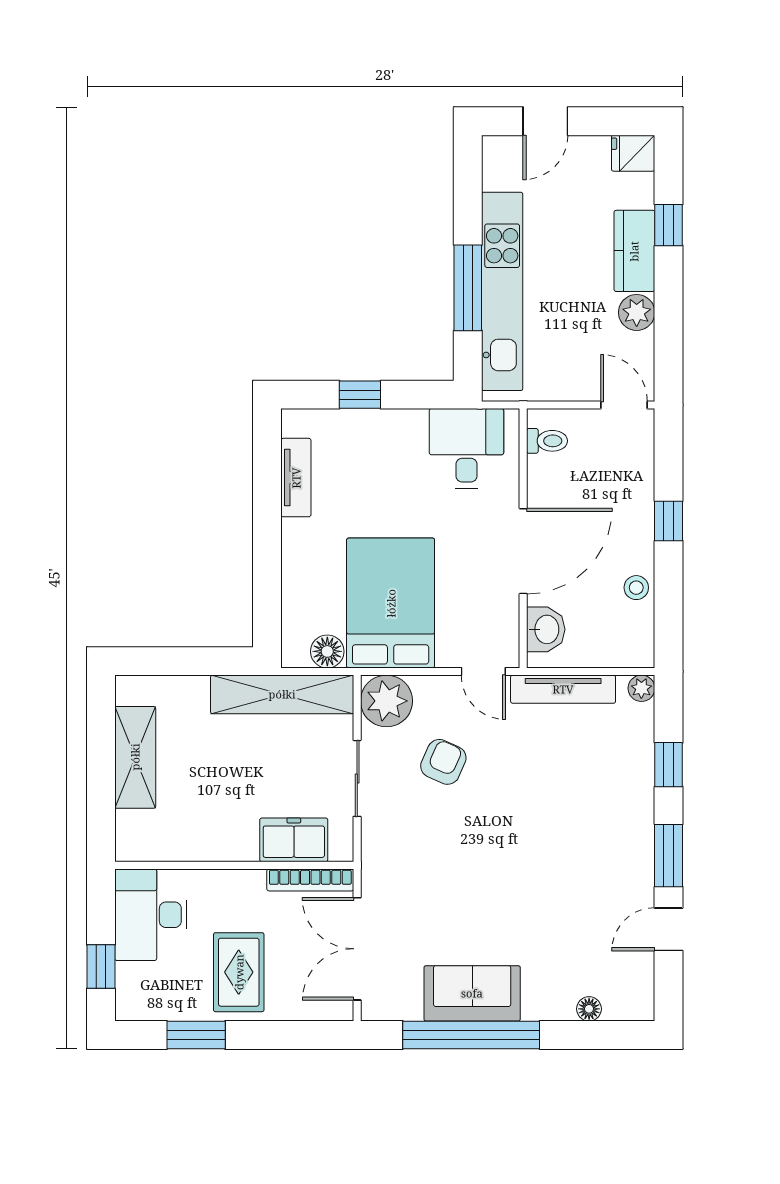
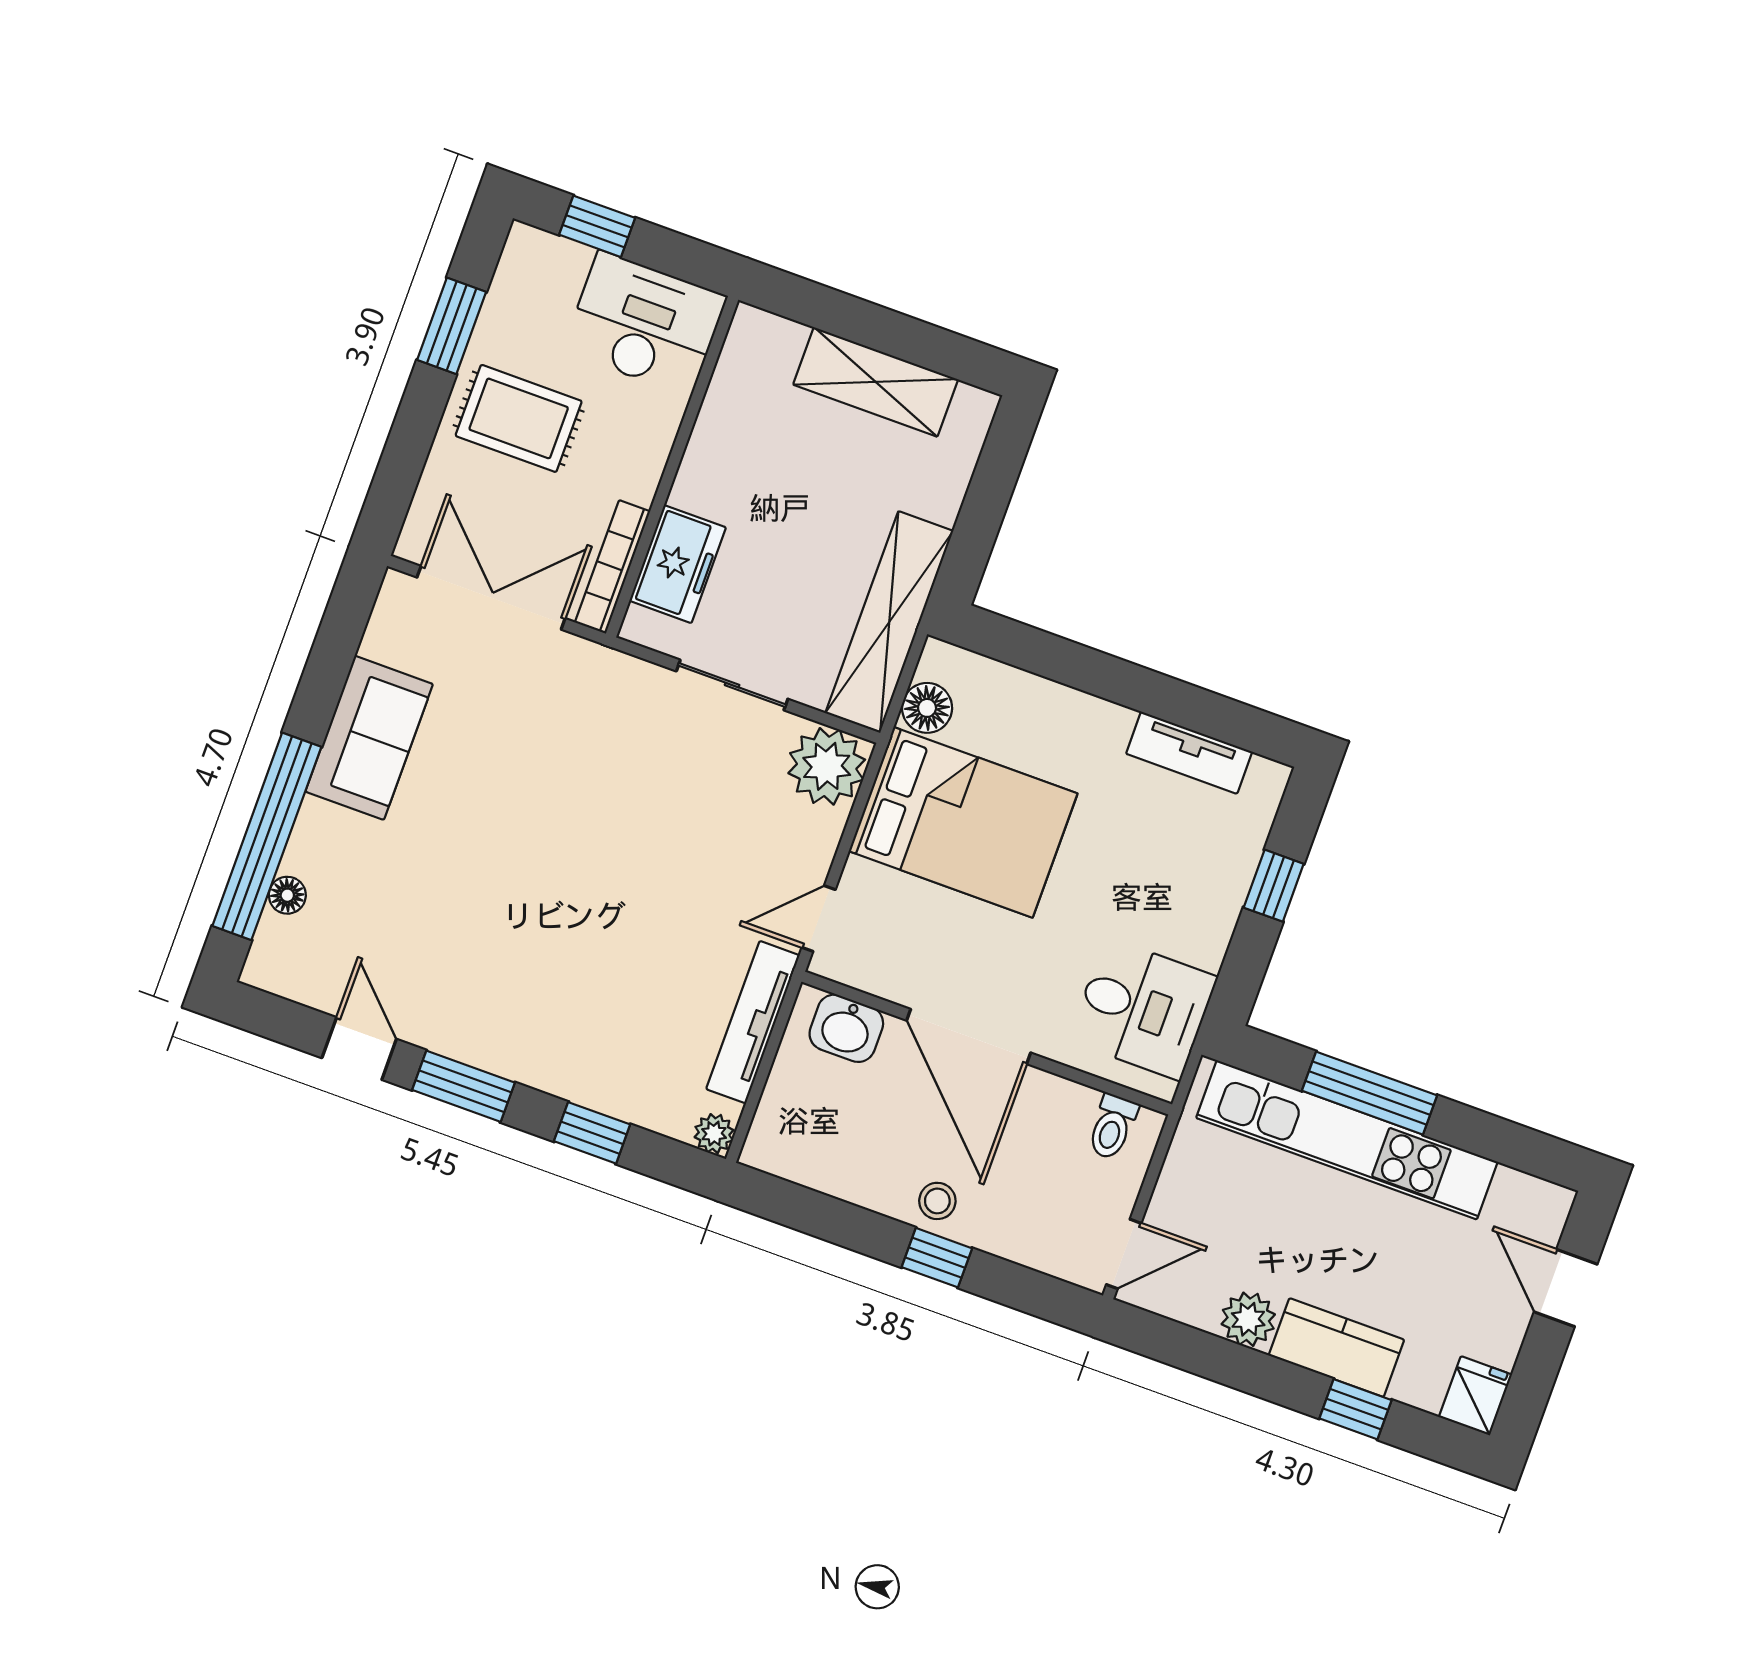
stool: (636, 588) -> (937, 1201), moved
armchair: (443, 762) -> (711, 816), removed
window: (471, 1035) -> (267, 836), moved

